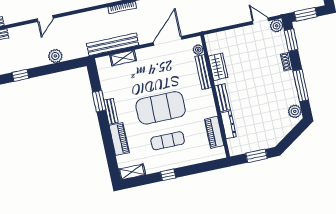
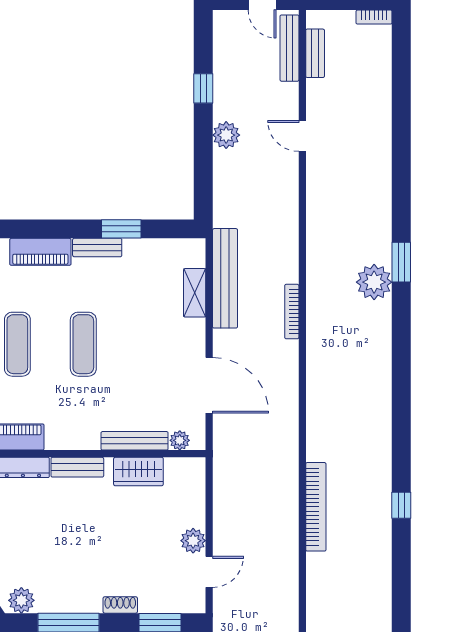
door: (45, 19) -> (302, 136), moved
plant: (277, 26) -> (193, 541), moved
plant: (55, 56) -> (226, 135), moved
exercise mat: (161, 108) -> (83, 344), width x0.50, depth x0.69

